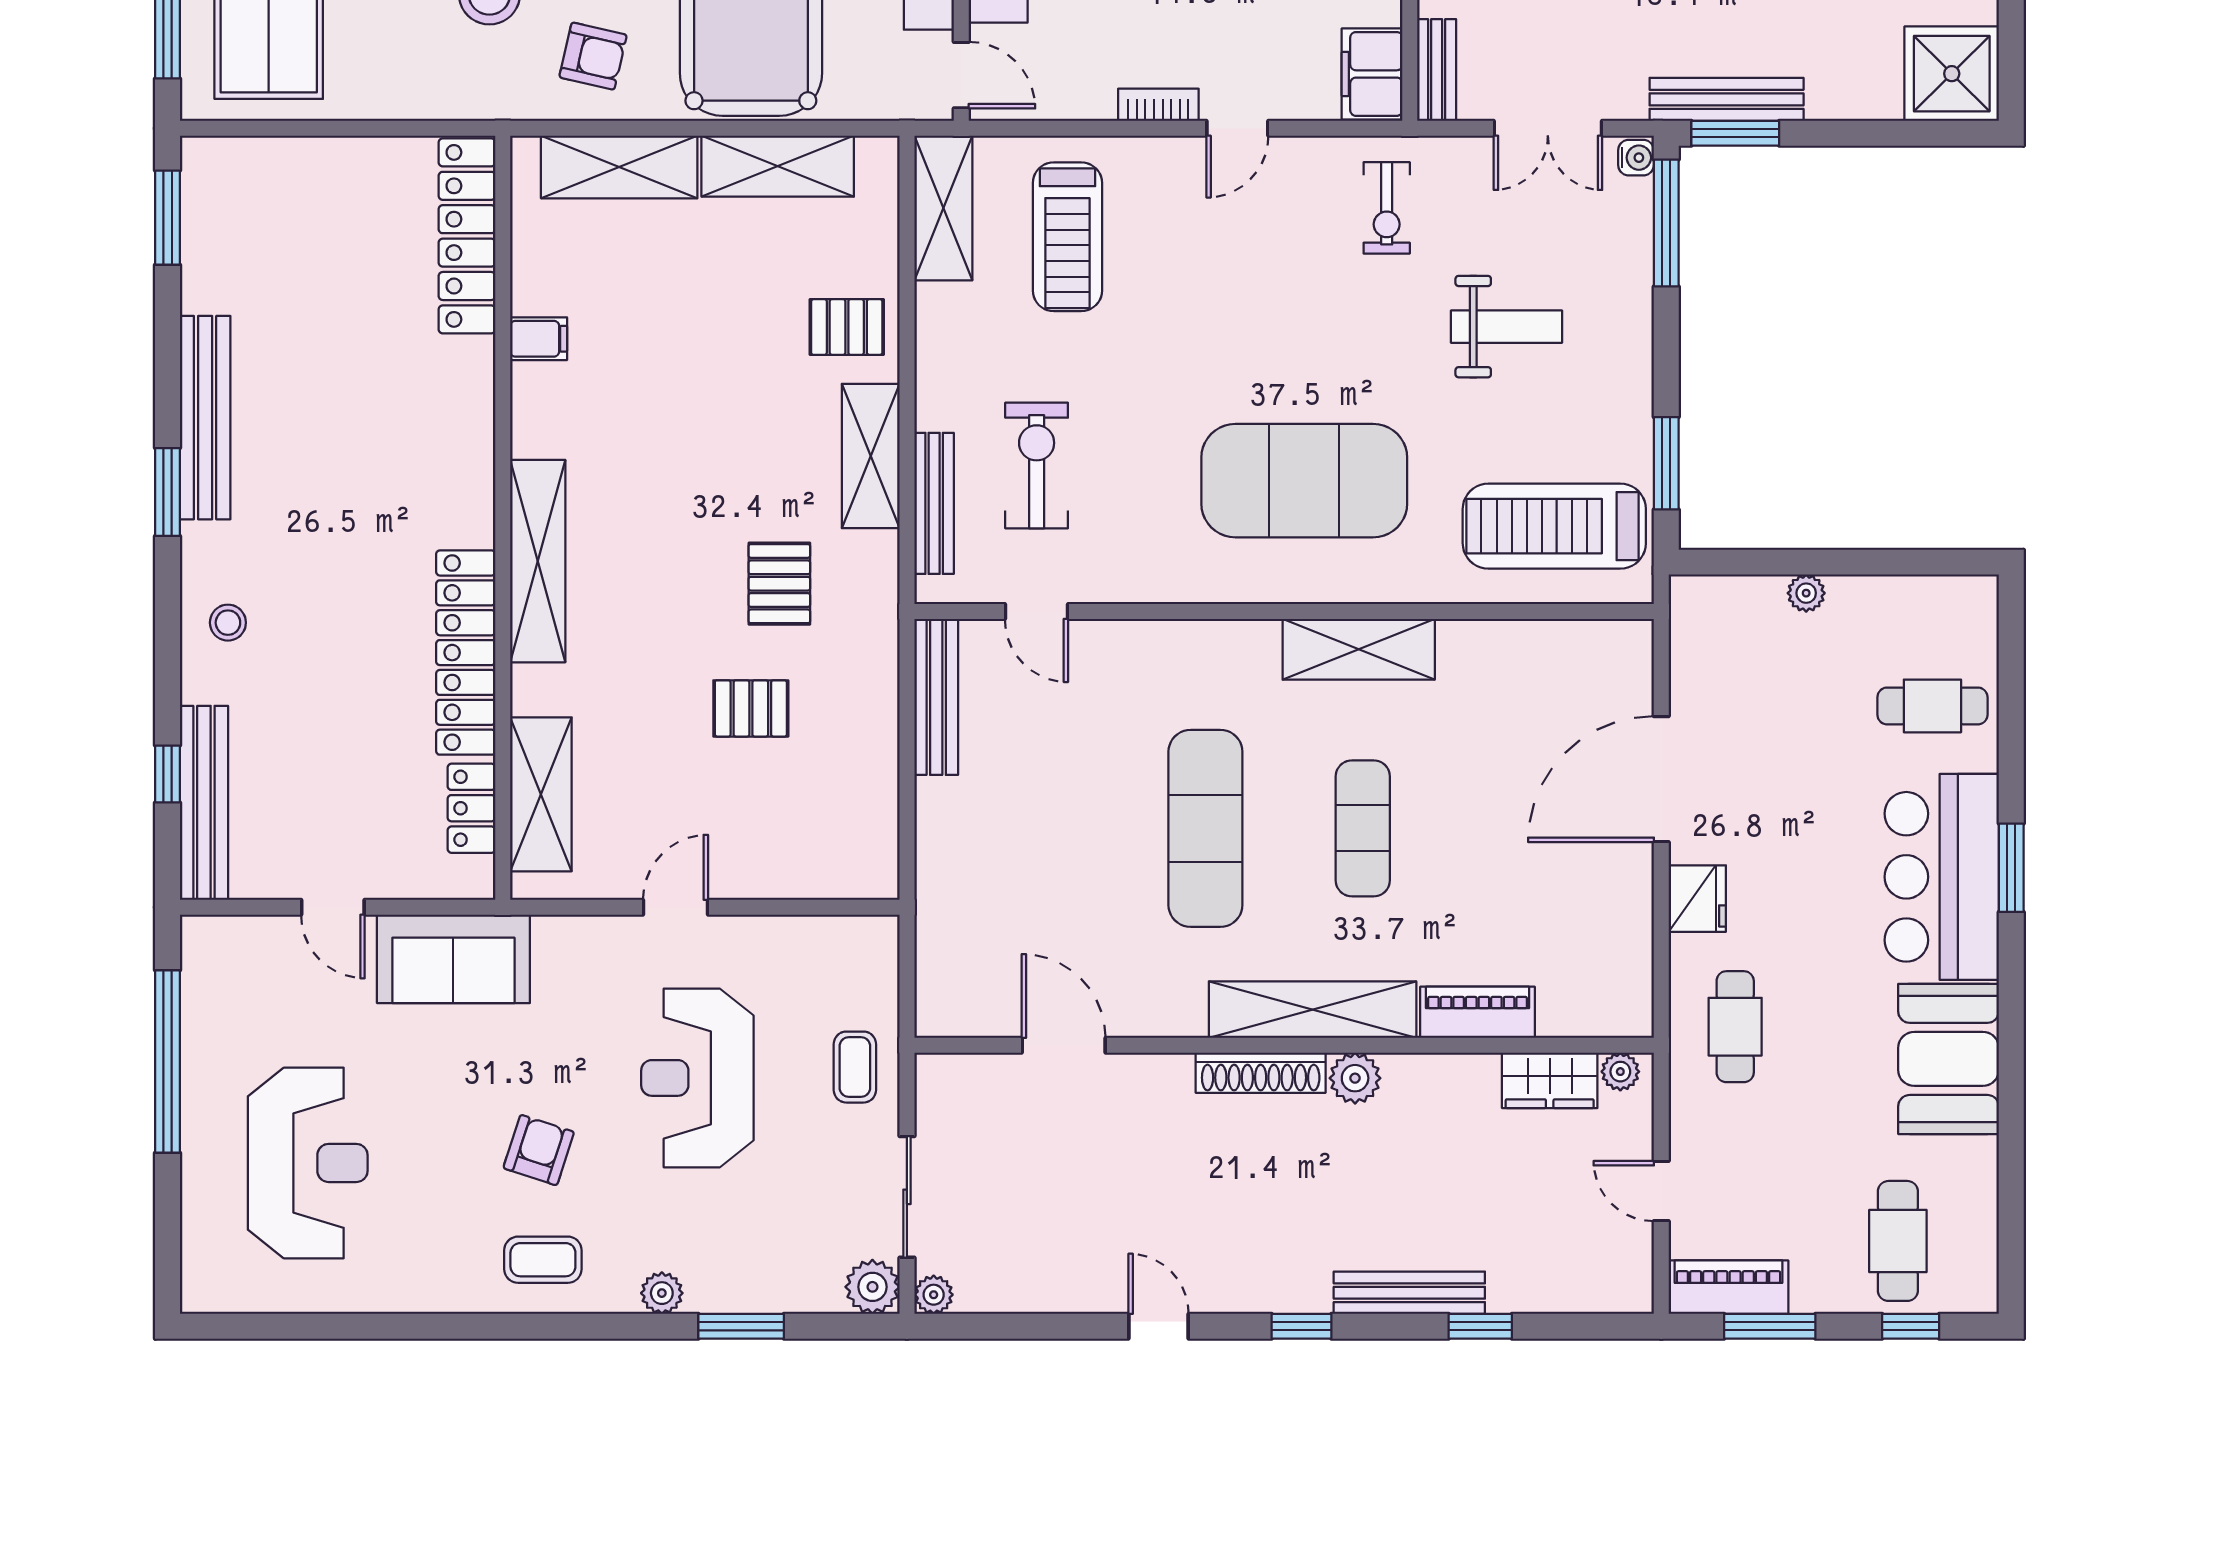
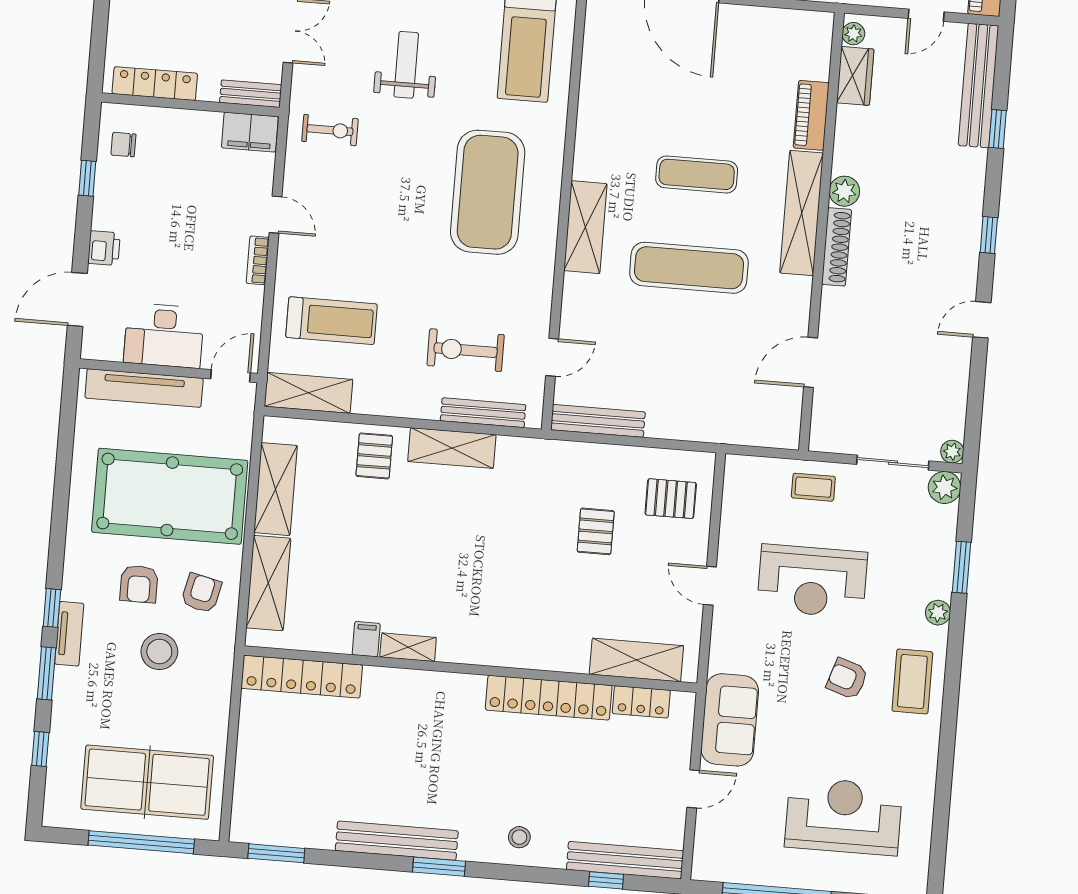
shelving: (538, 561) -> (408, 647), moved, width x0.45, depth x0.75
pallet: (779, 584) -> (671, 499), moved
shelving: (1359, 649) -> (585, 227), moved
coffee table: (543, 1260) -> (912, 681), width x1.36, depth x1.30
bench: (1409, 1293) -> (978, 86), moved, width x1.37, depth x1.21

